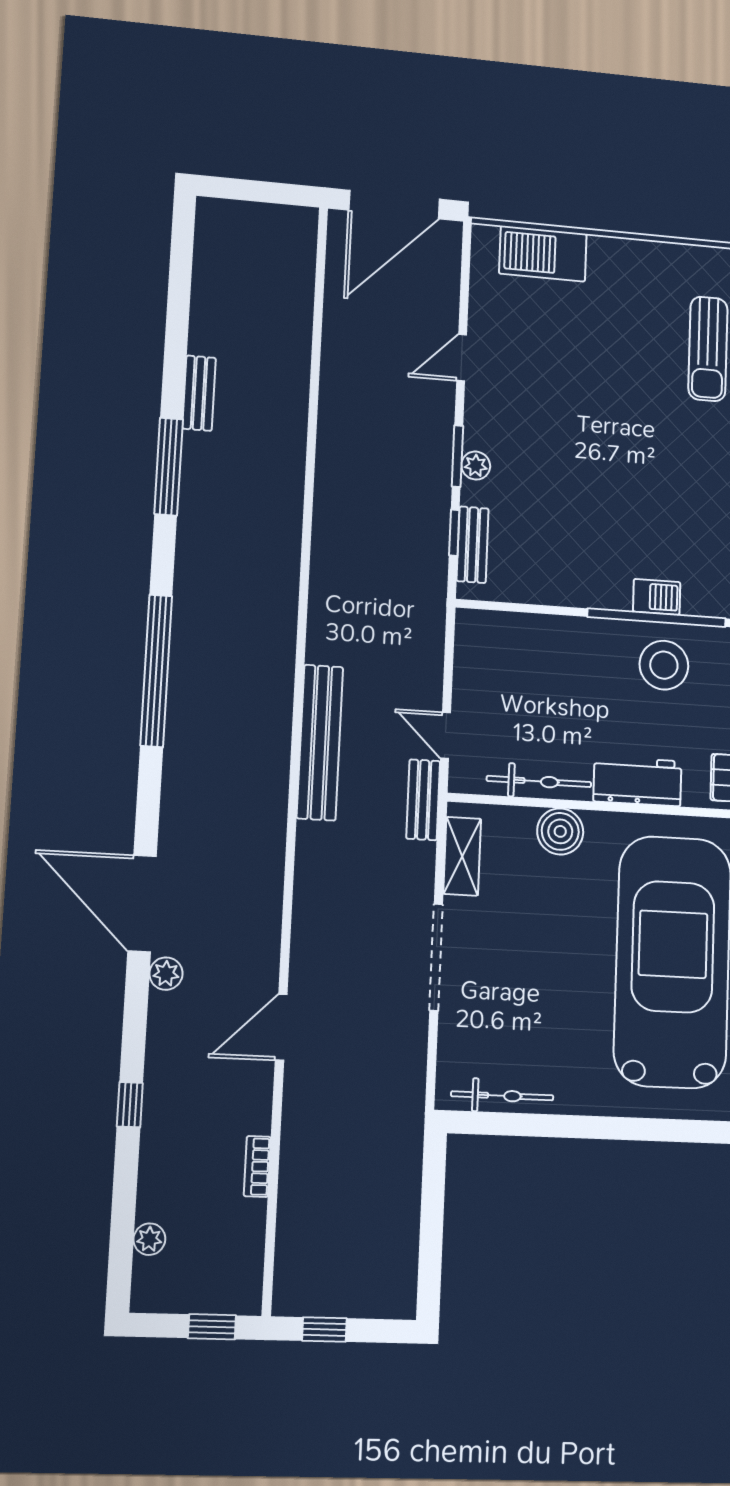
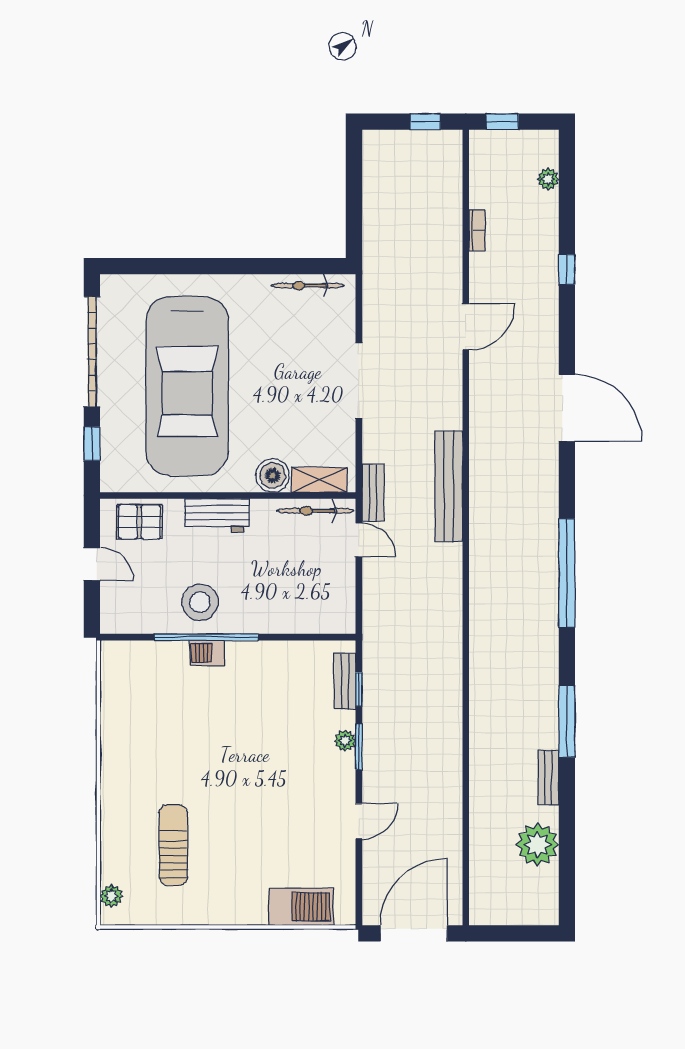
bench: (320, 742) -> (449, 486), moved
bicycle: (539, 781) -> (315, 511), moved
shelving: (462, 856) -> (319, 480), moved, turned 90
plant: (166, 974) -> (538, 845), moved, width x1.87, depth x1.87

